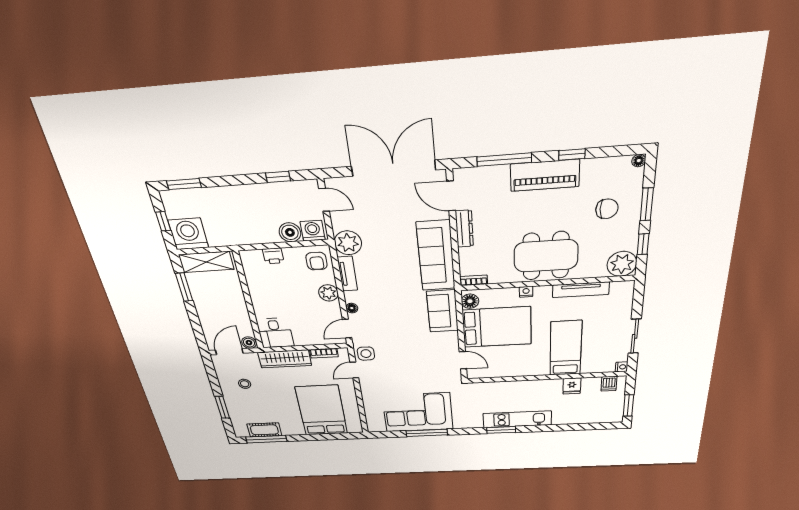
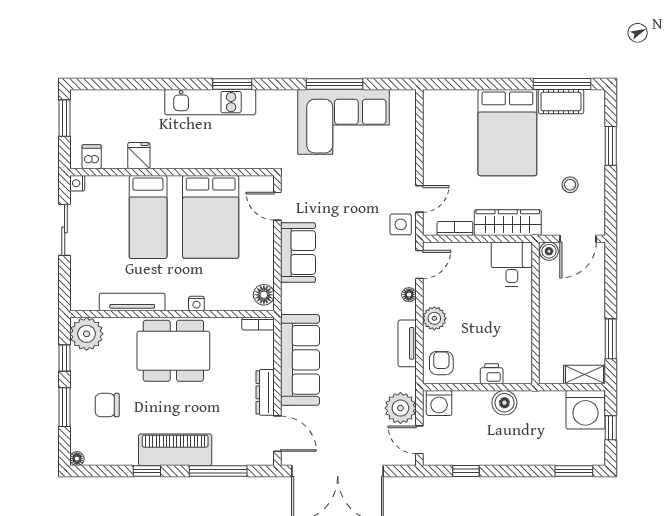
boiler: (290, 232) -> (504, 403), moved
plant: (348, 243) -> (400, 408), moved
shelving: (206, 262) -> (585, 375), width x0.67, depth x0.75
sofa: (443, 311) -> (298, 253), moved
bed: (497, 327) -> (211, 217), moved, turned -90
bed: (322, 410) -> (507, 133), moved

